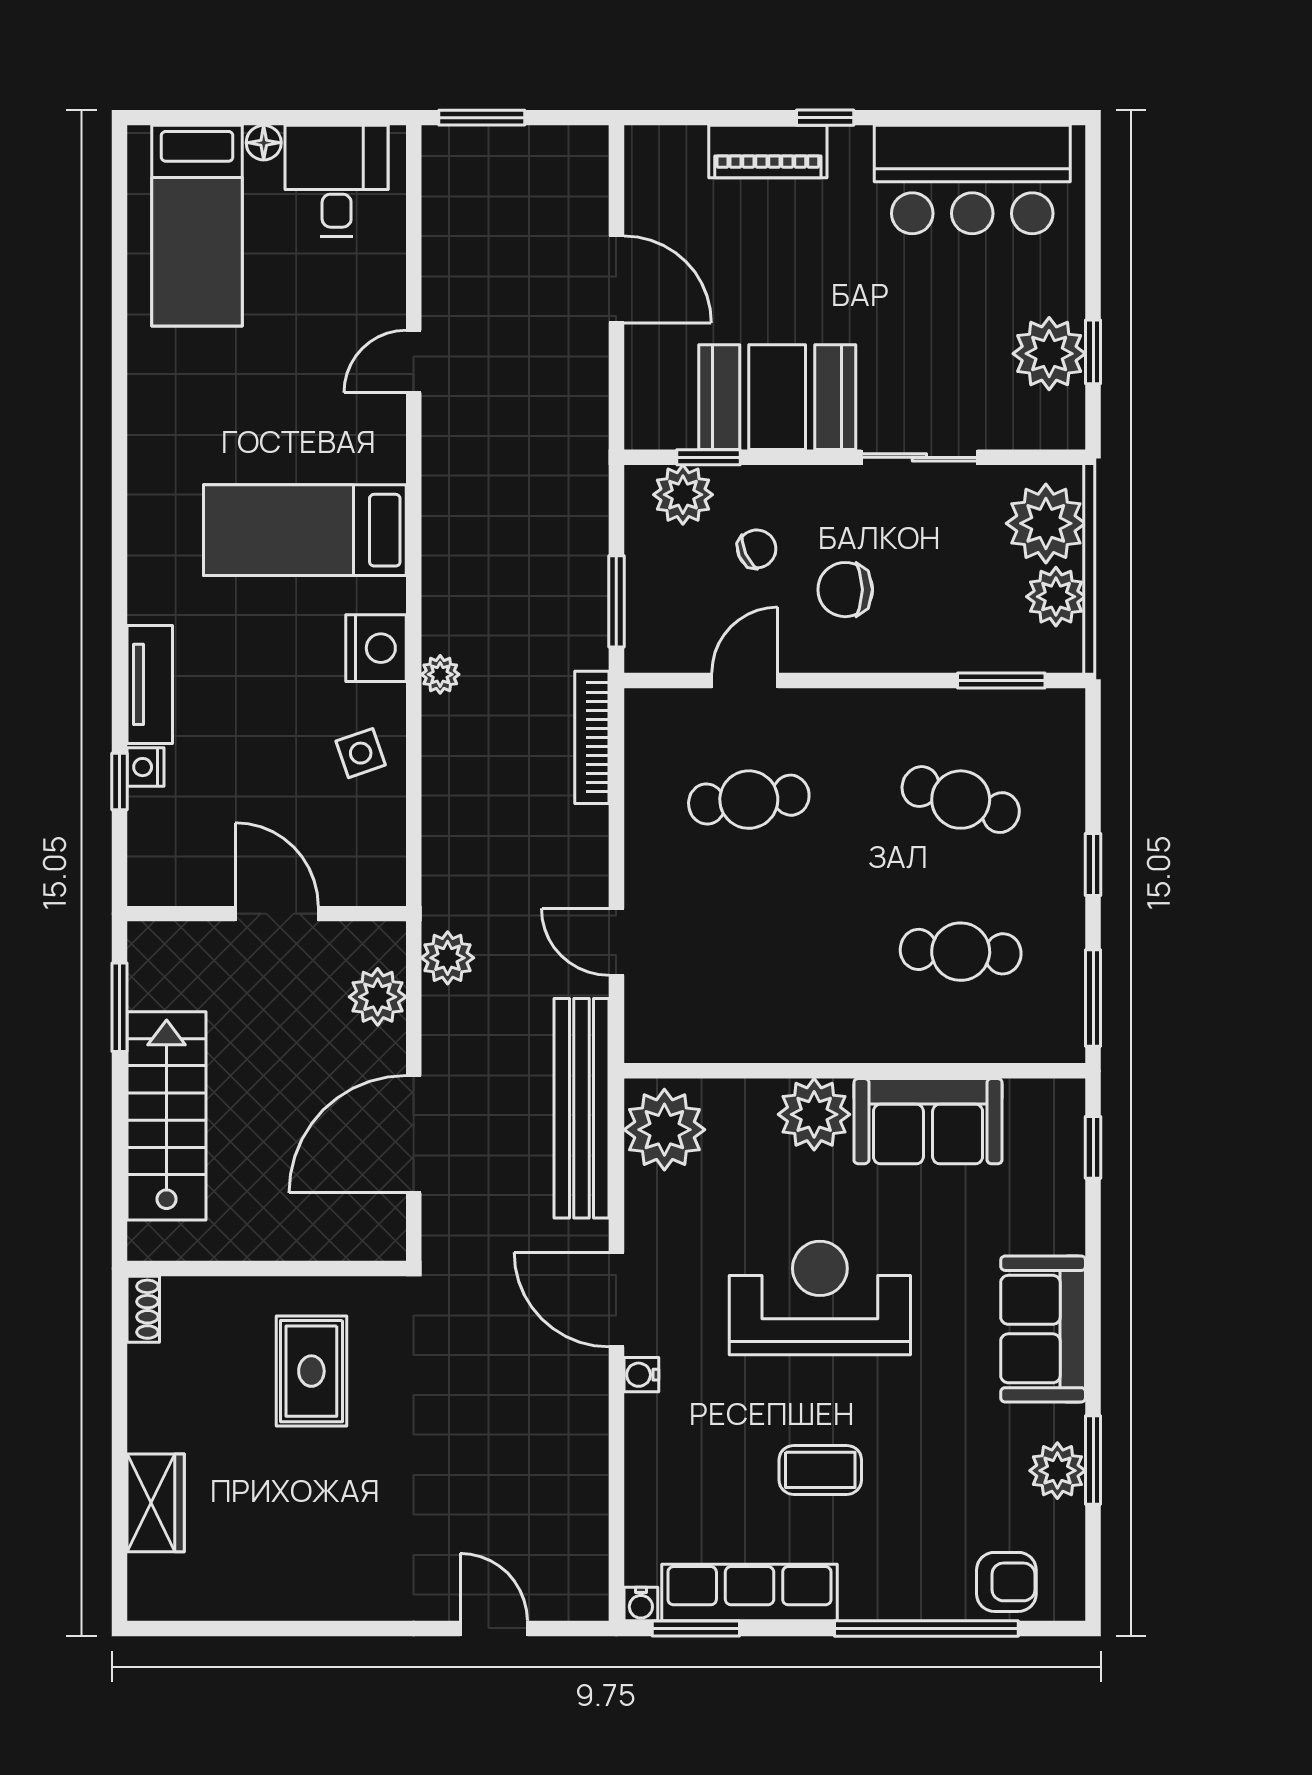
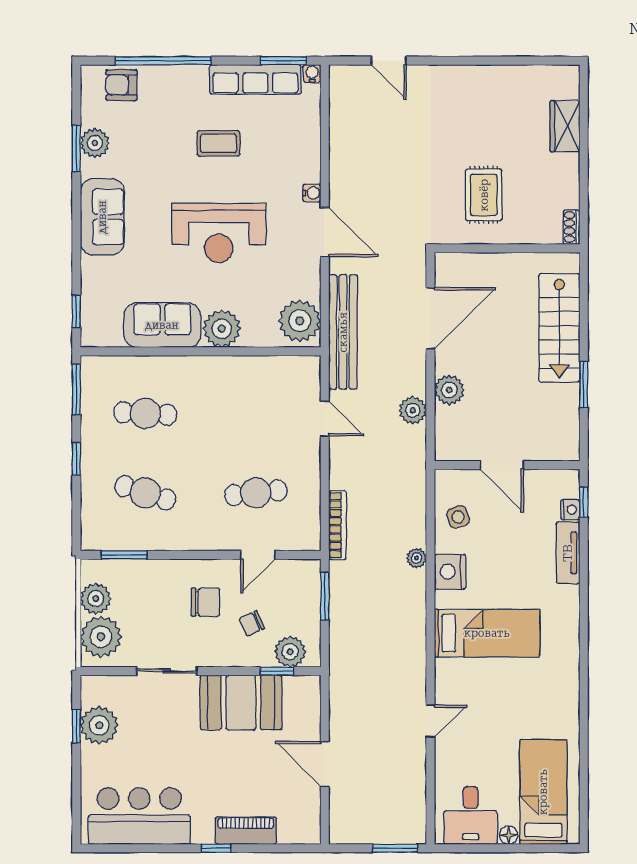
wall: (267, 914) -> (507, 465), moved
door: (277, 914) -> (502, 465), moved

